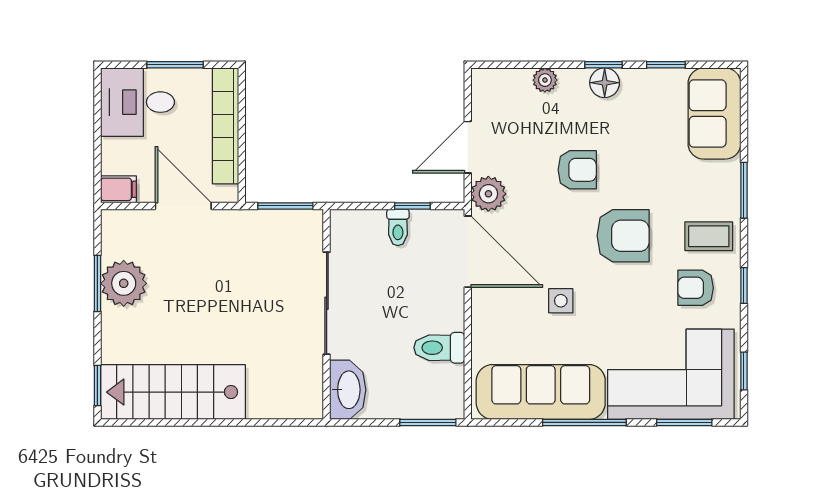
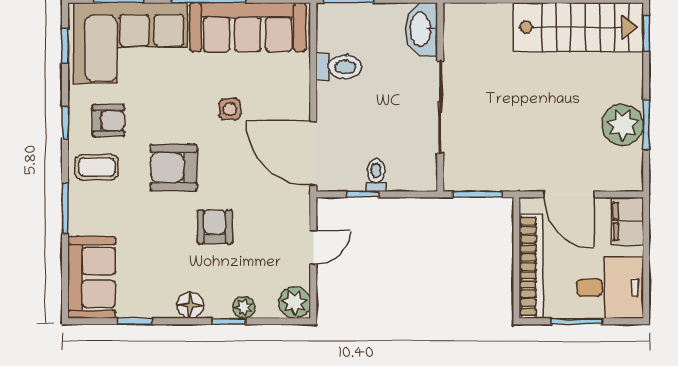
window: (603, 65) -> (229, 321), moved
door: (468, 147) -> (313, 247), width x0.73
armchair: (577, 170) -> (215, 227), turned 90
filing cabinet: (119, 189) -> (627, 221), width x2.00
plant: (488, 194) -> (295, 303), moved

